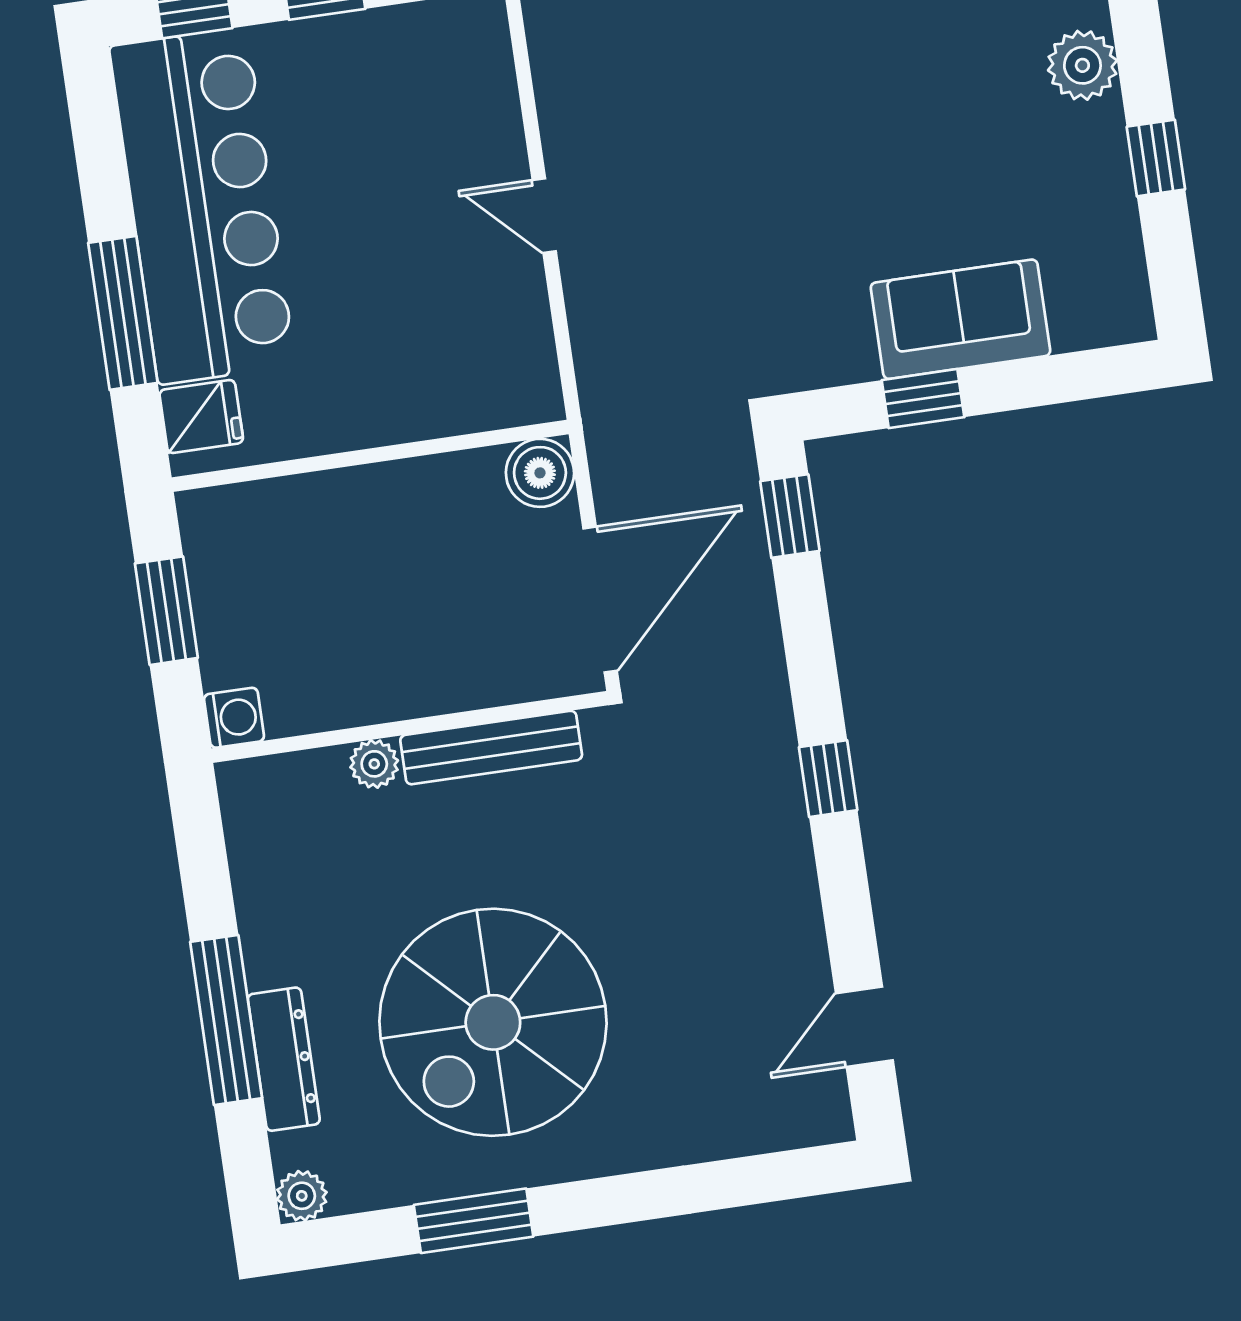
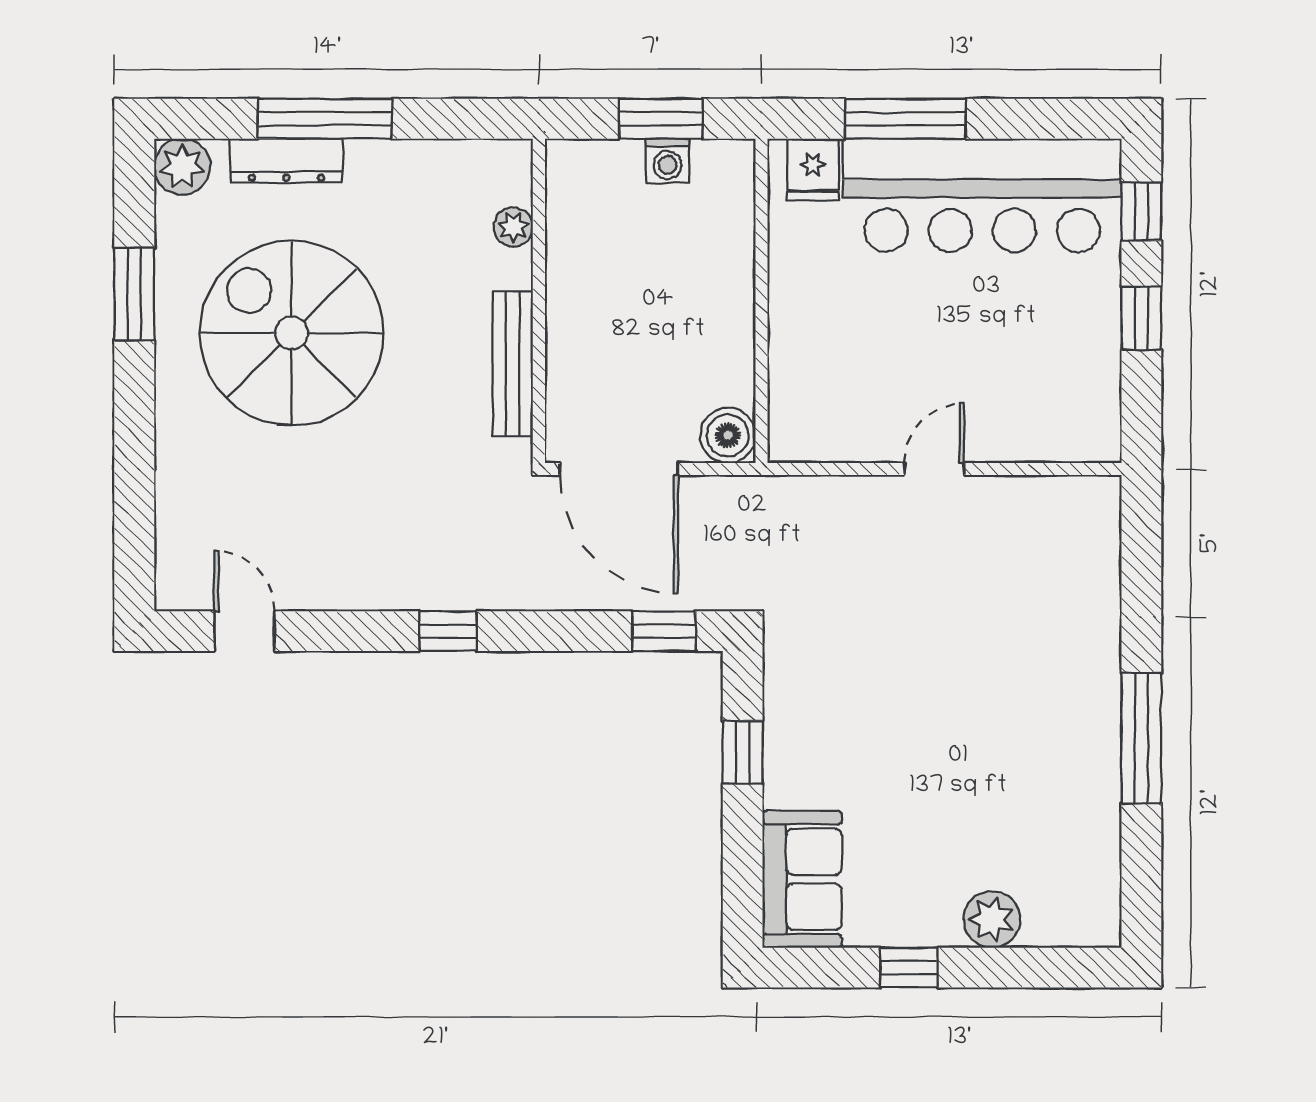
sofa: (960, 319) -> (802, 879), moved
washing machine: (234, 718) -> (667, 161), moved
plant: (374, 764) -> (513, 227), moved
plant: (302, 1196) -> (182, 167), width x1.38, depth x1.38

